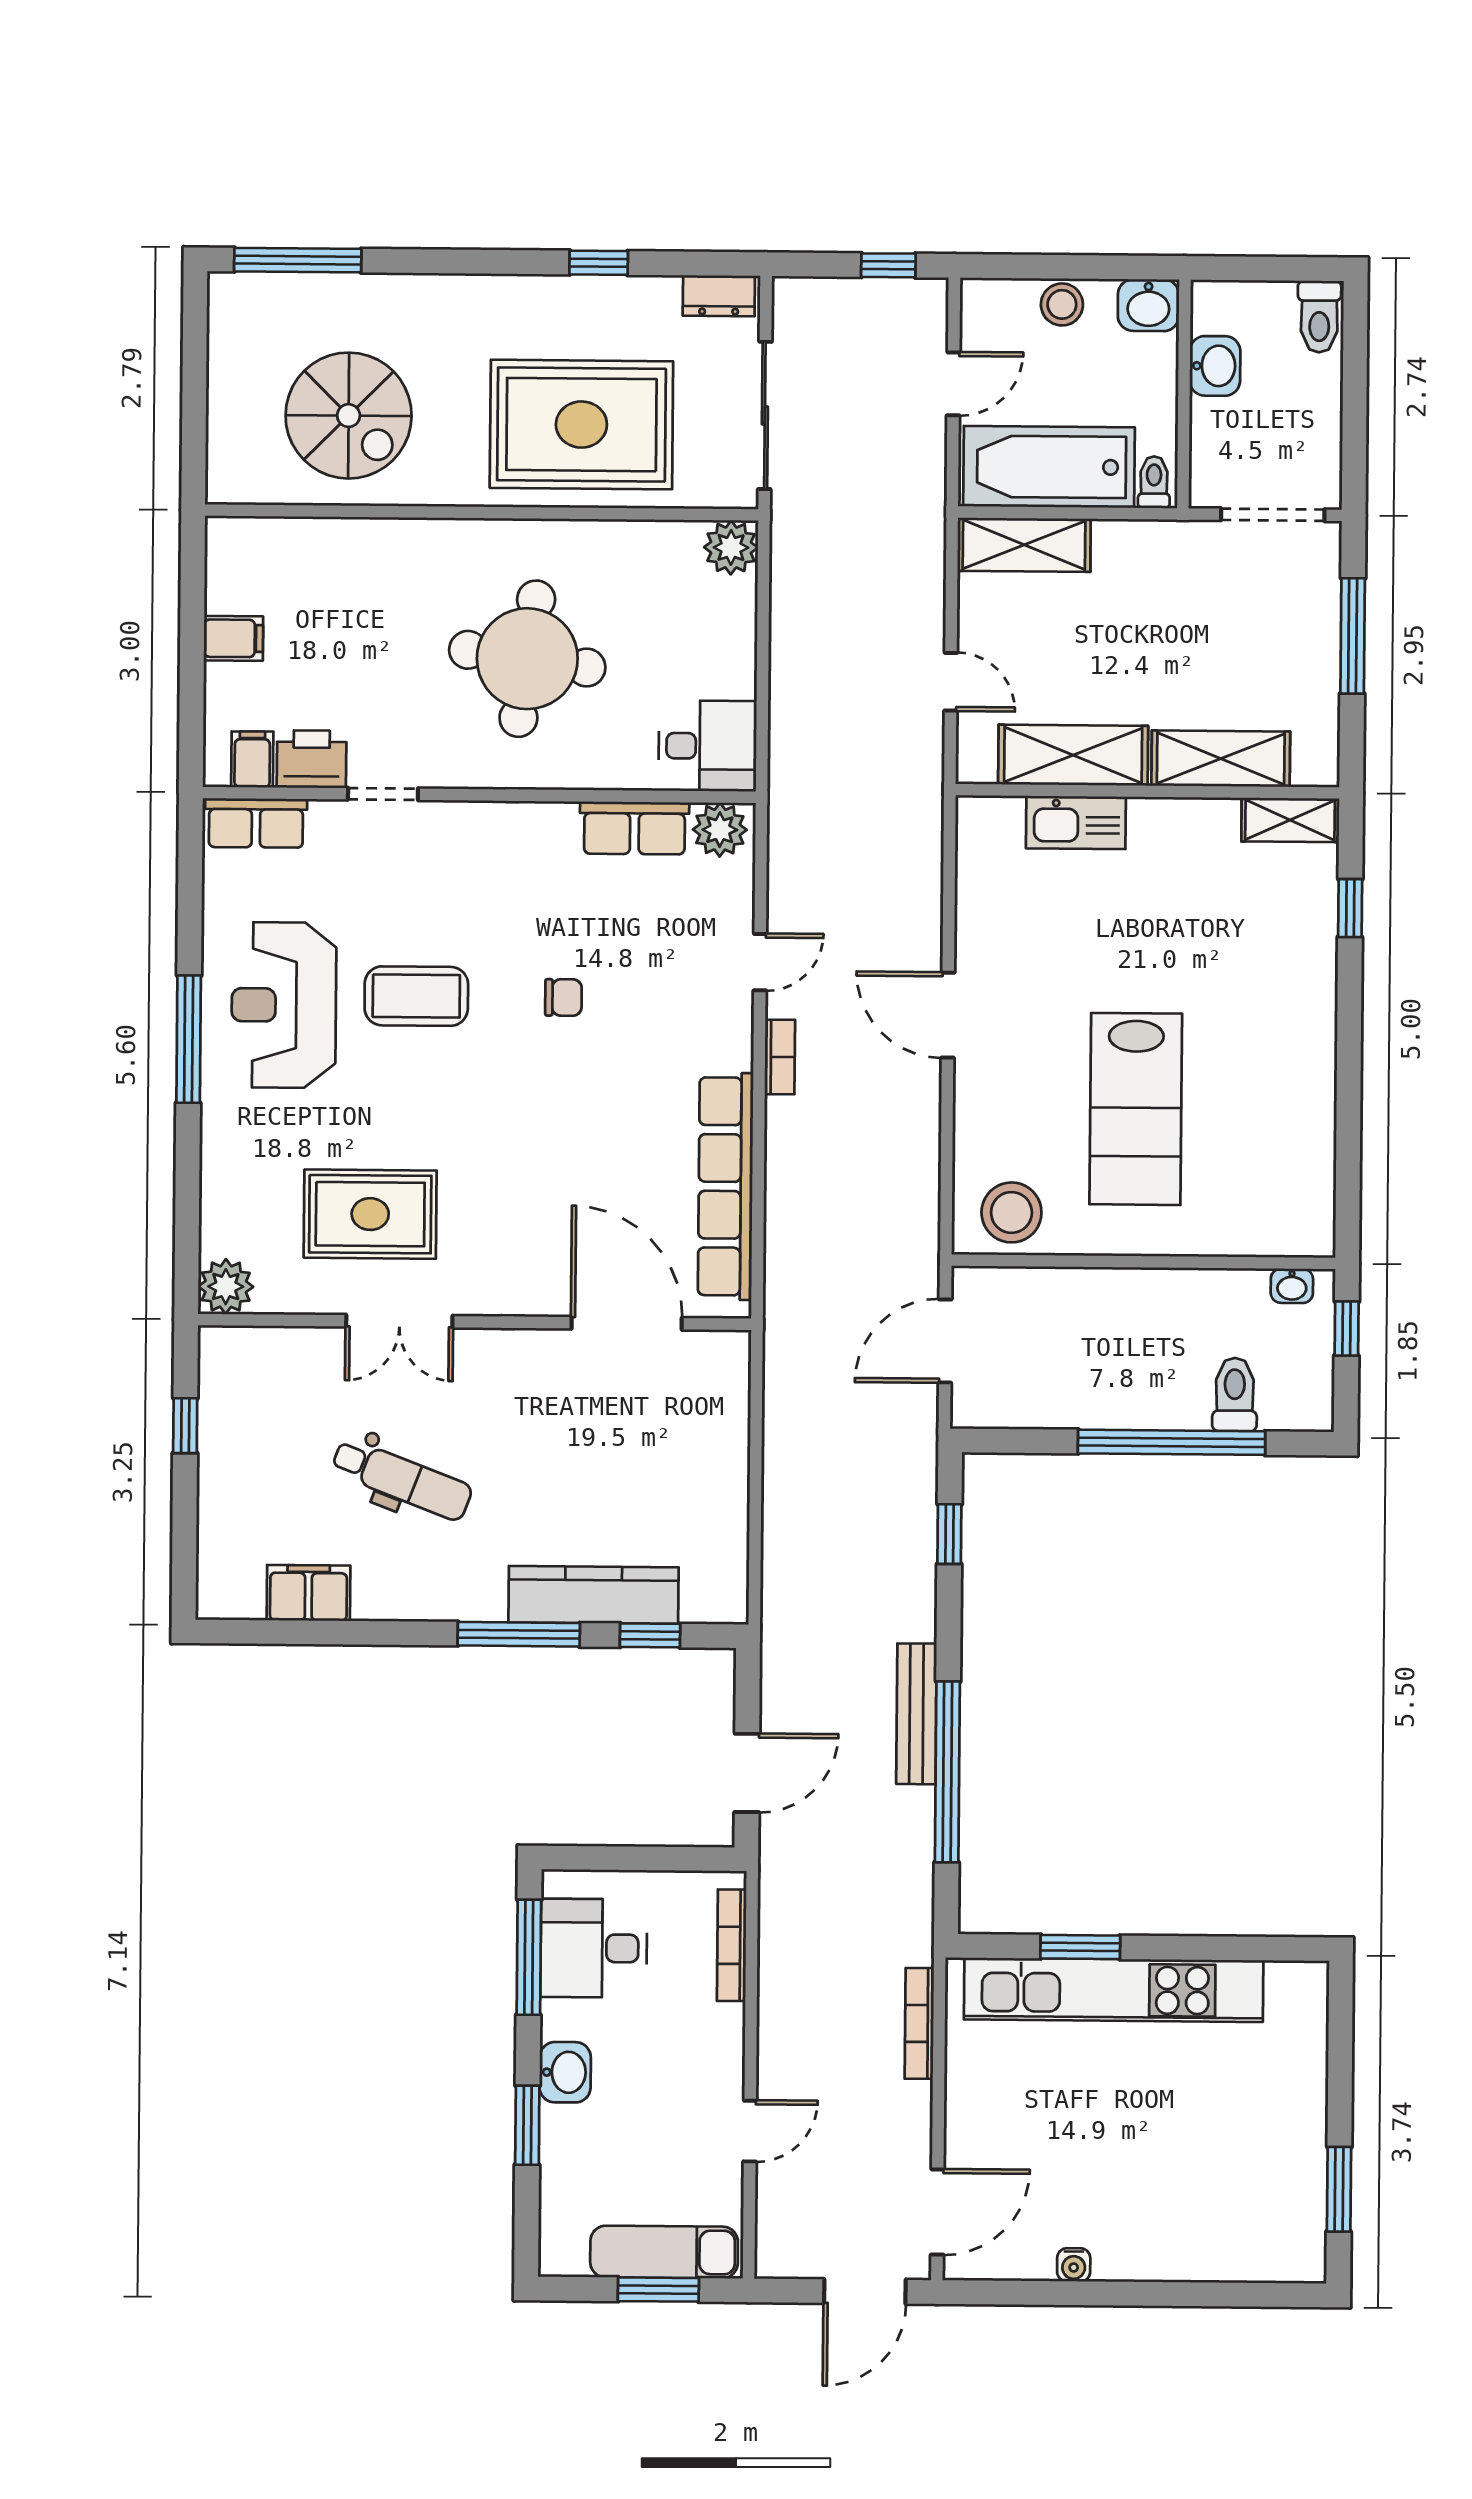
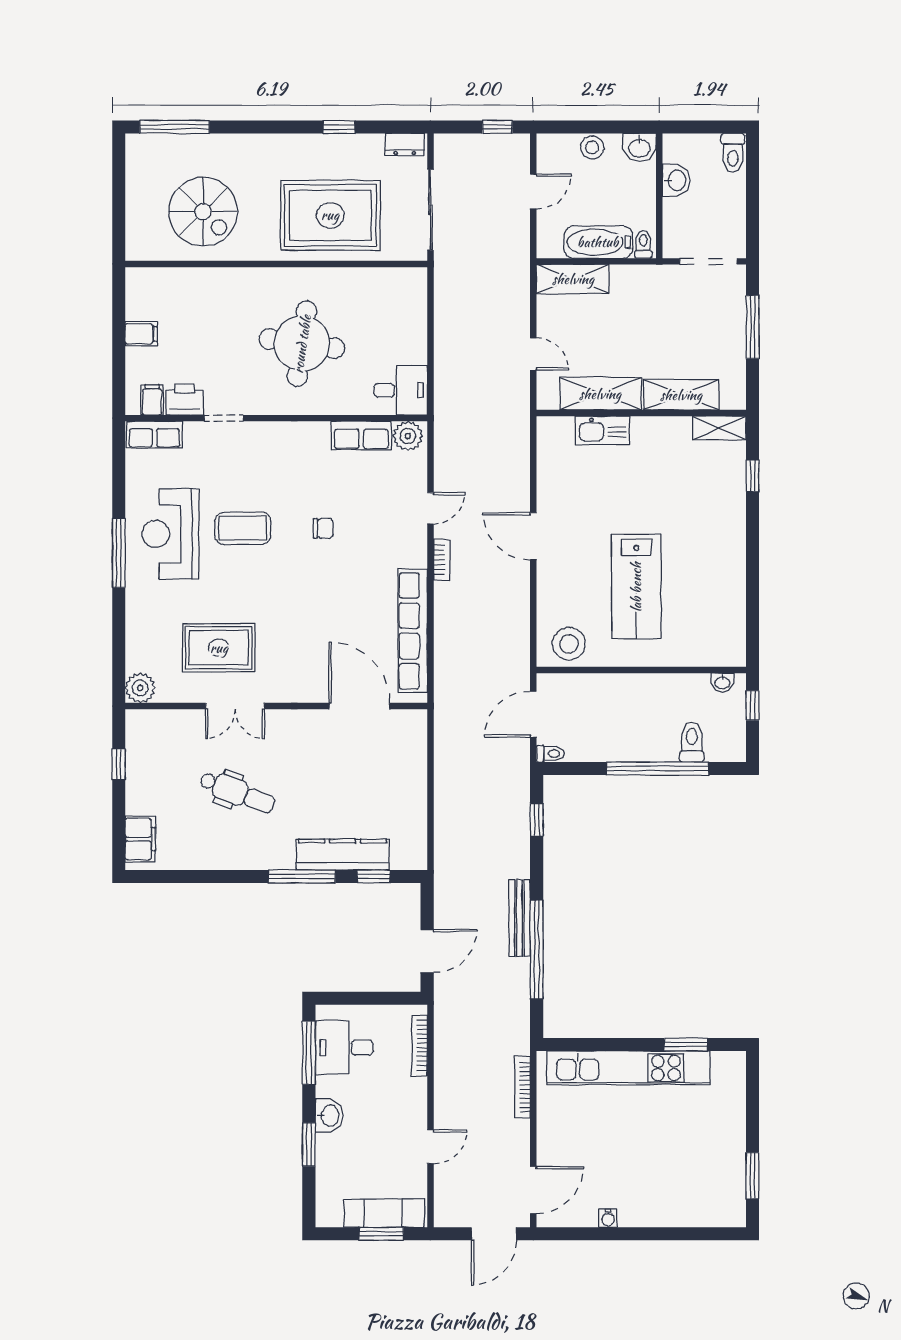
bathtub: (1049, 467) -> (598, 242), width x0.73, depth x0.73
plant: (731, 547) -> (413, 282), removed
toilet: (975, 1413) -> (550, 754), added
filing cabinet: (308, 1593) -> (140, 839), moved, turned 90
window: (1080, 1947) -> (686, 1045), moved

